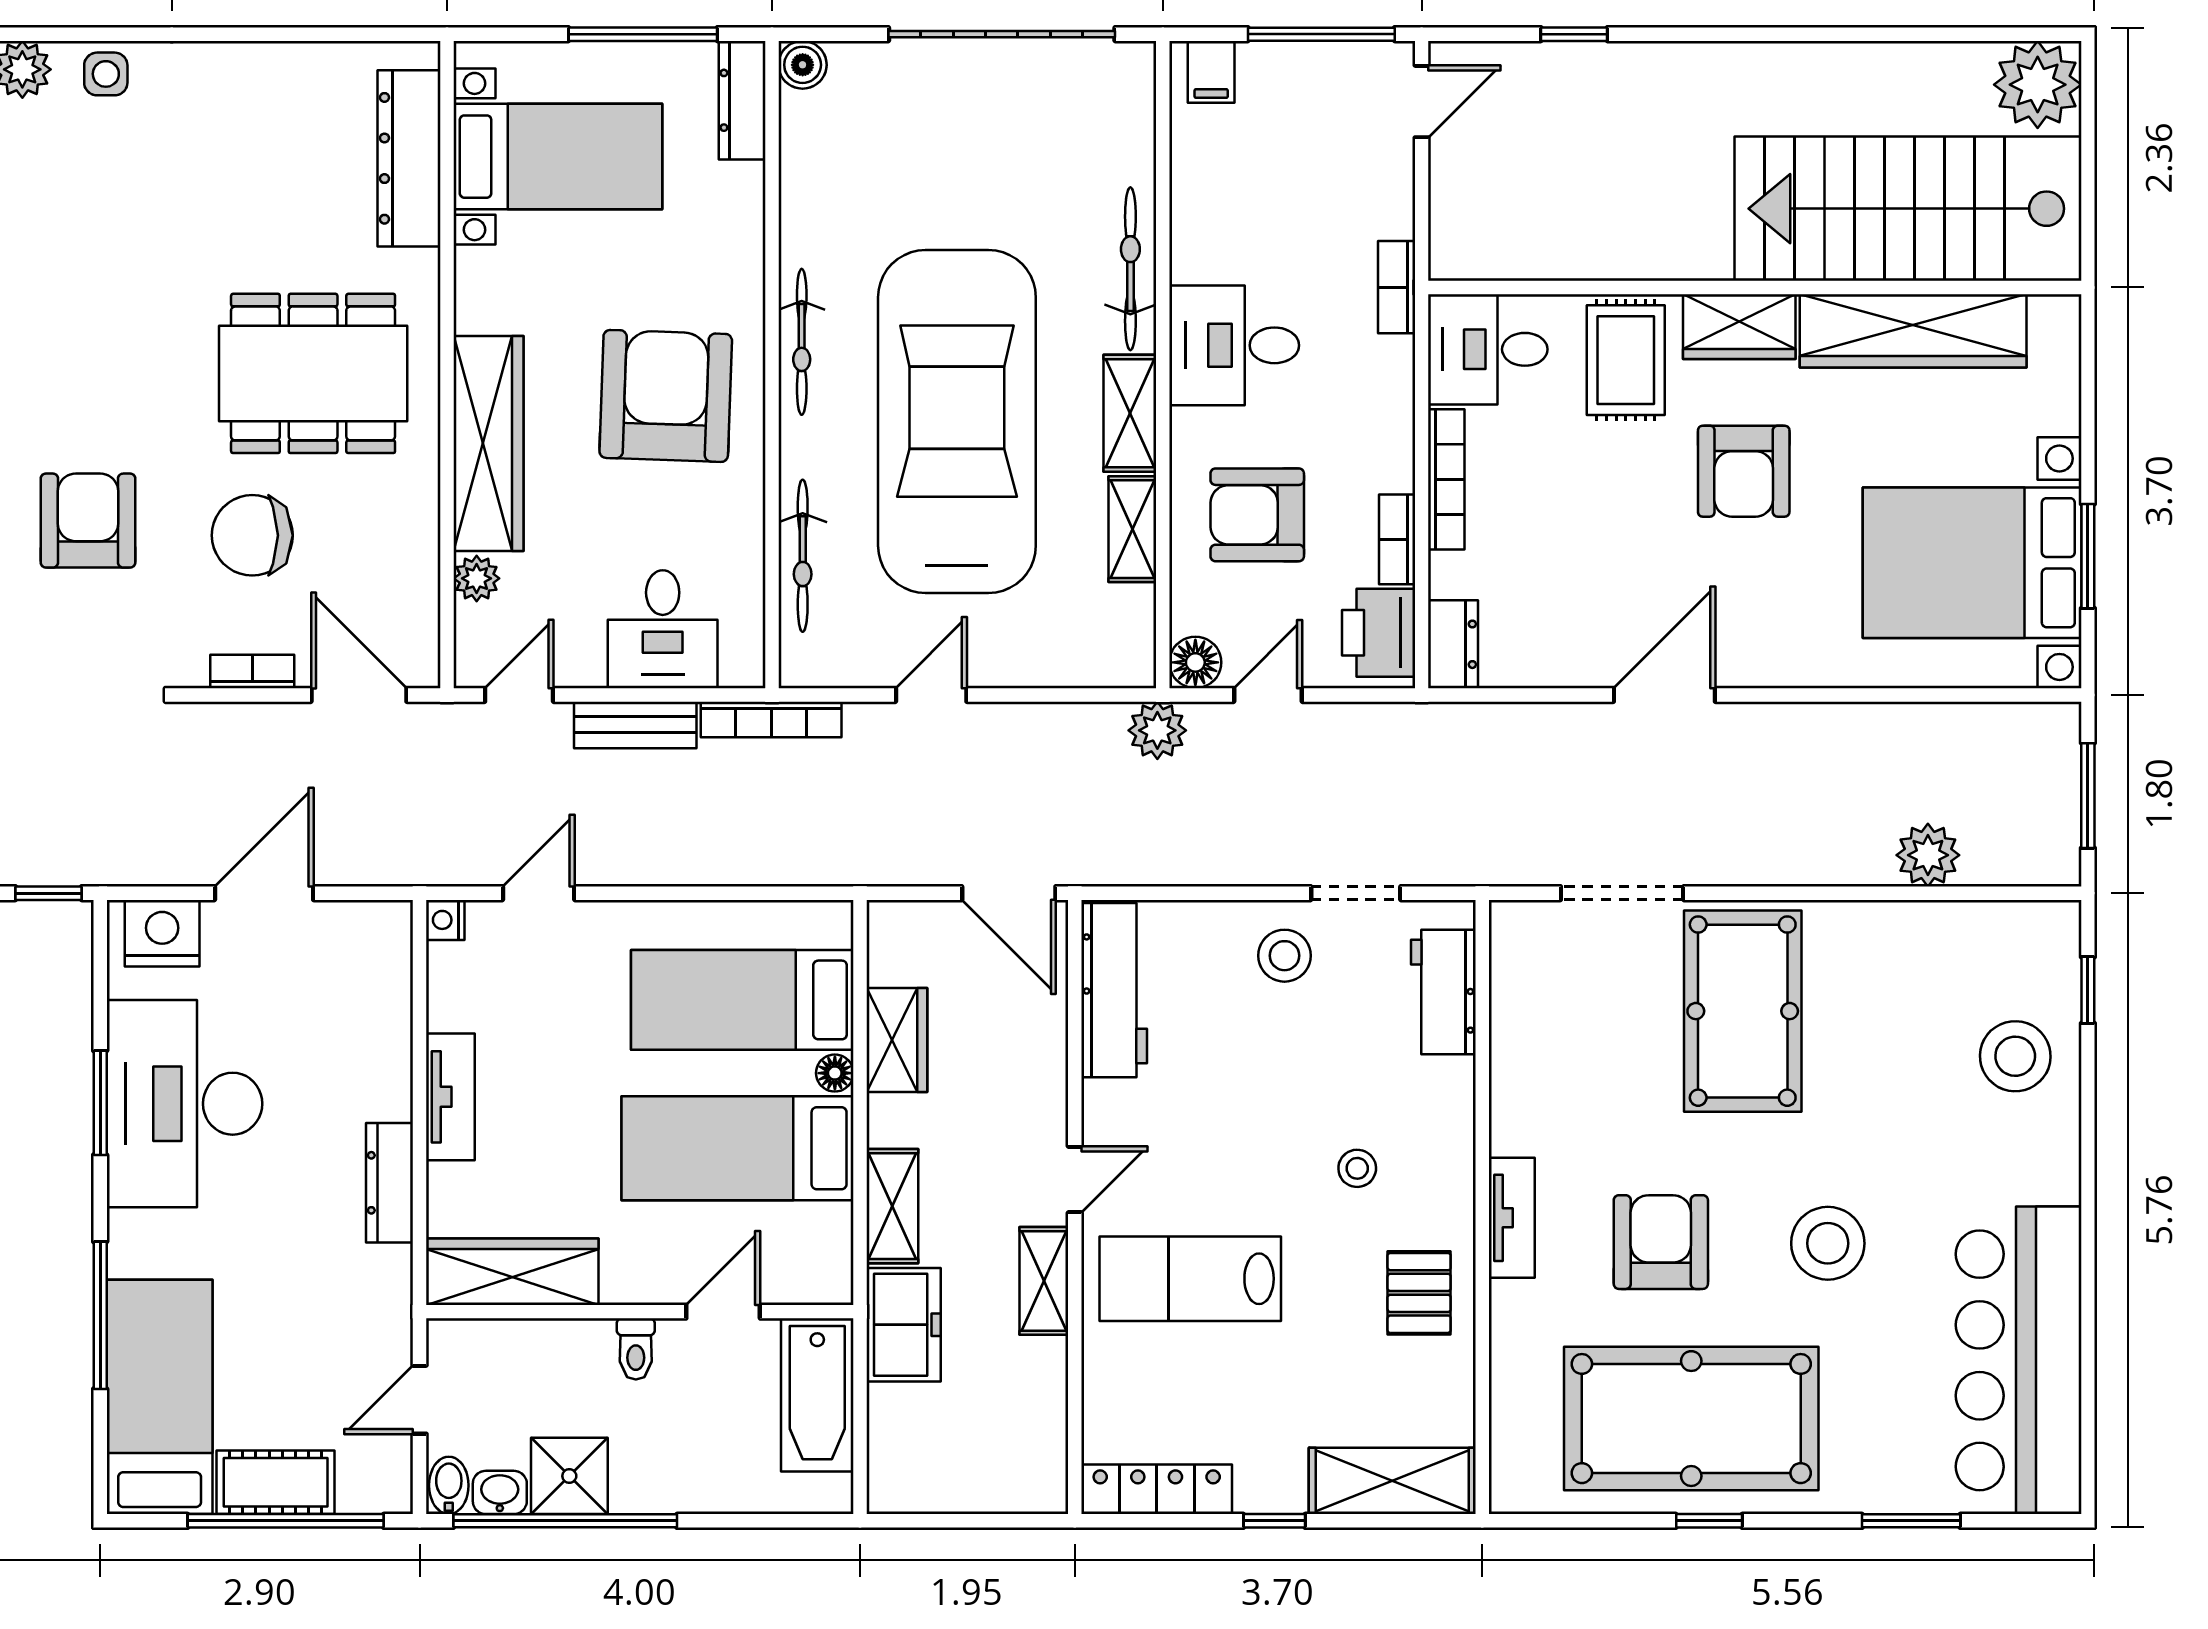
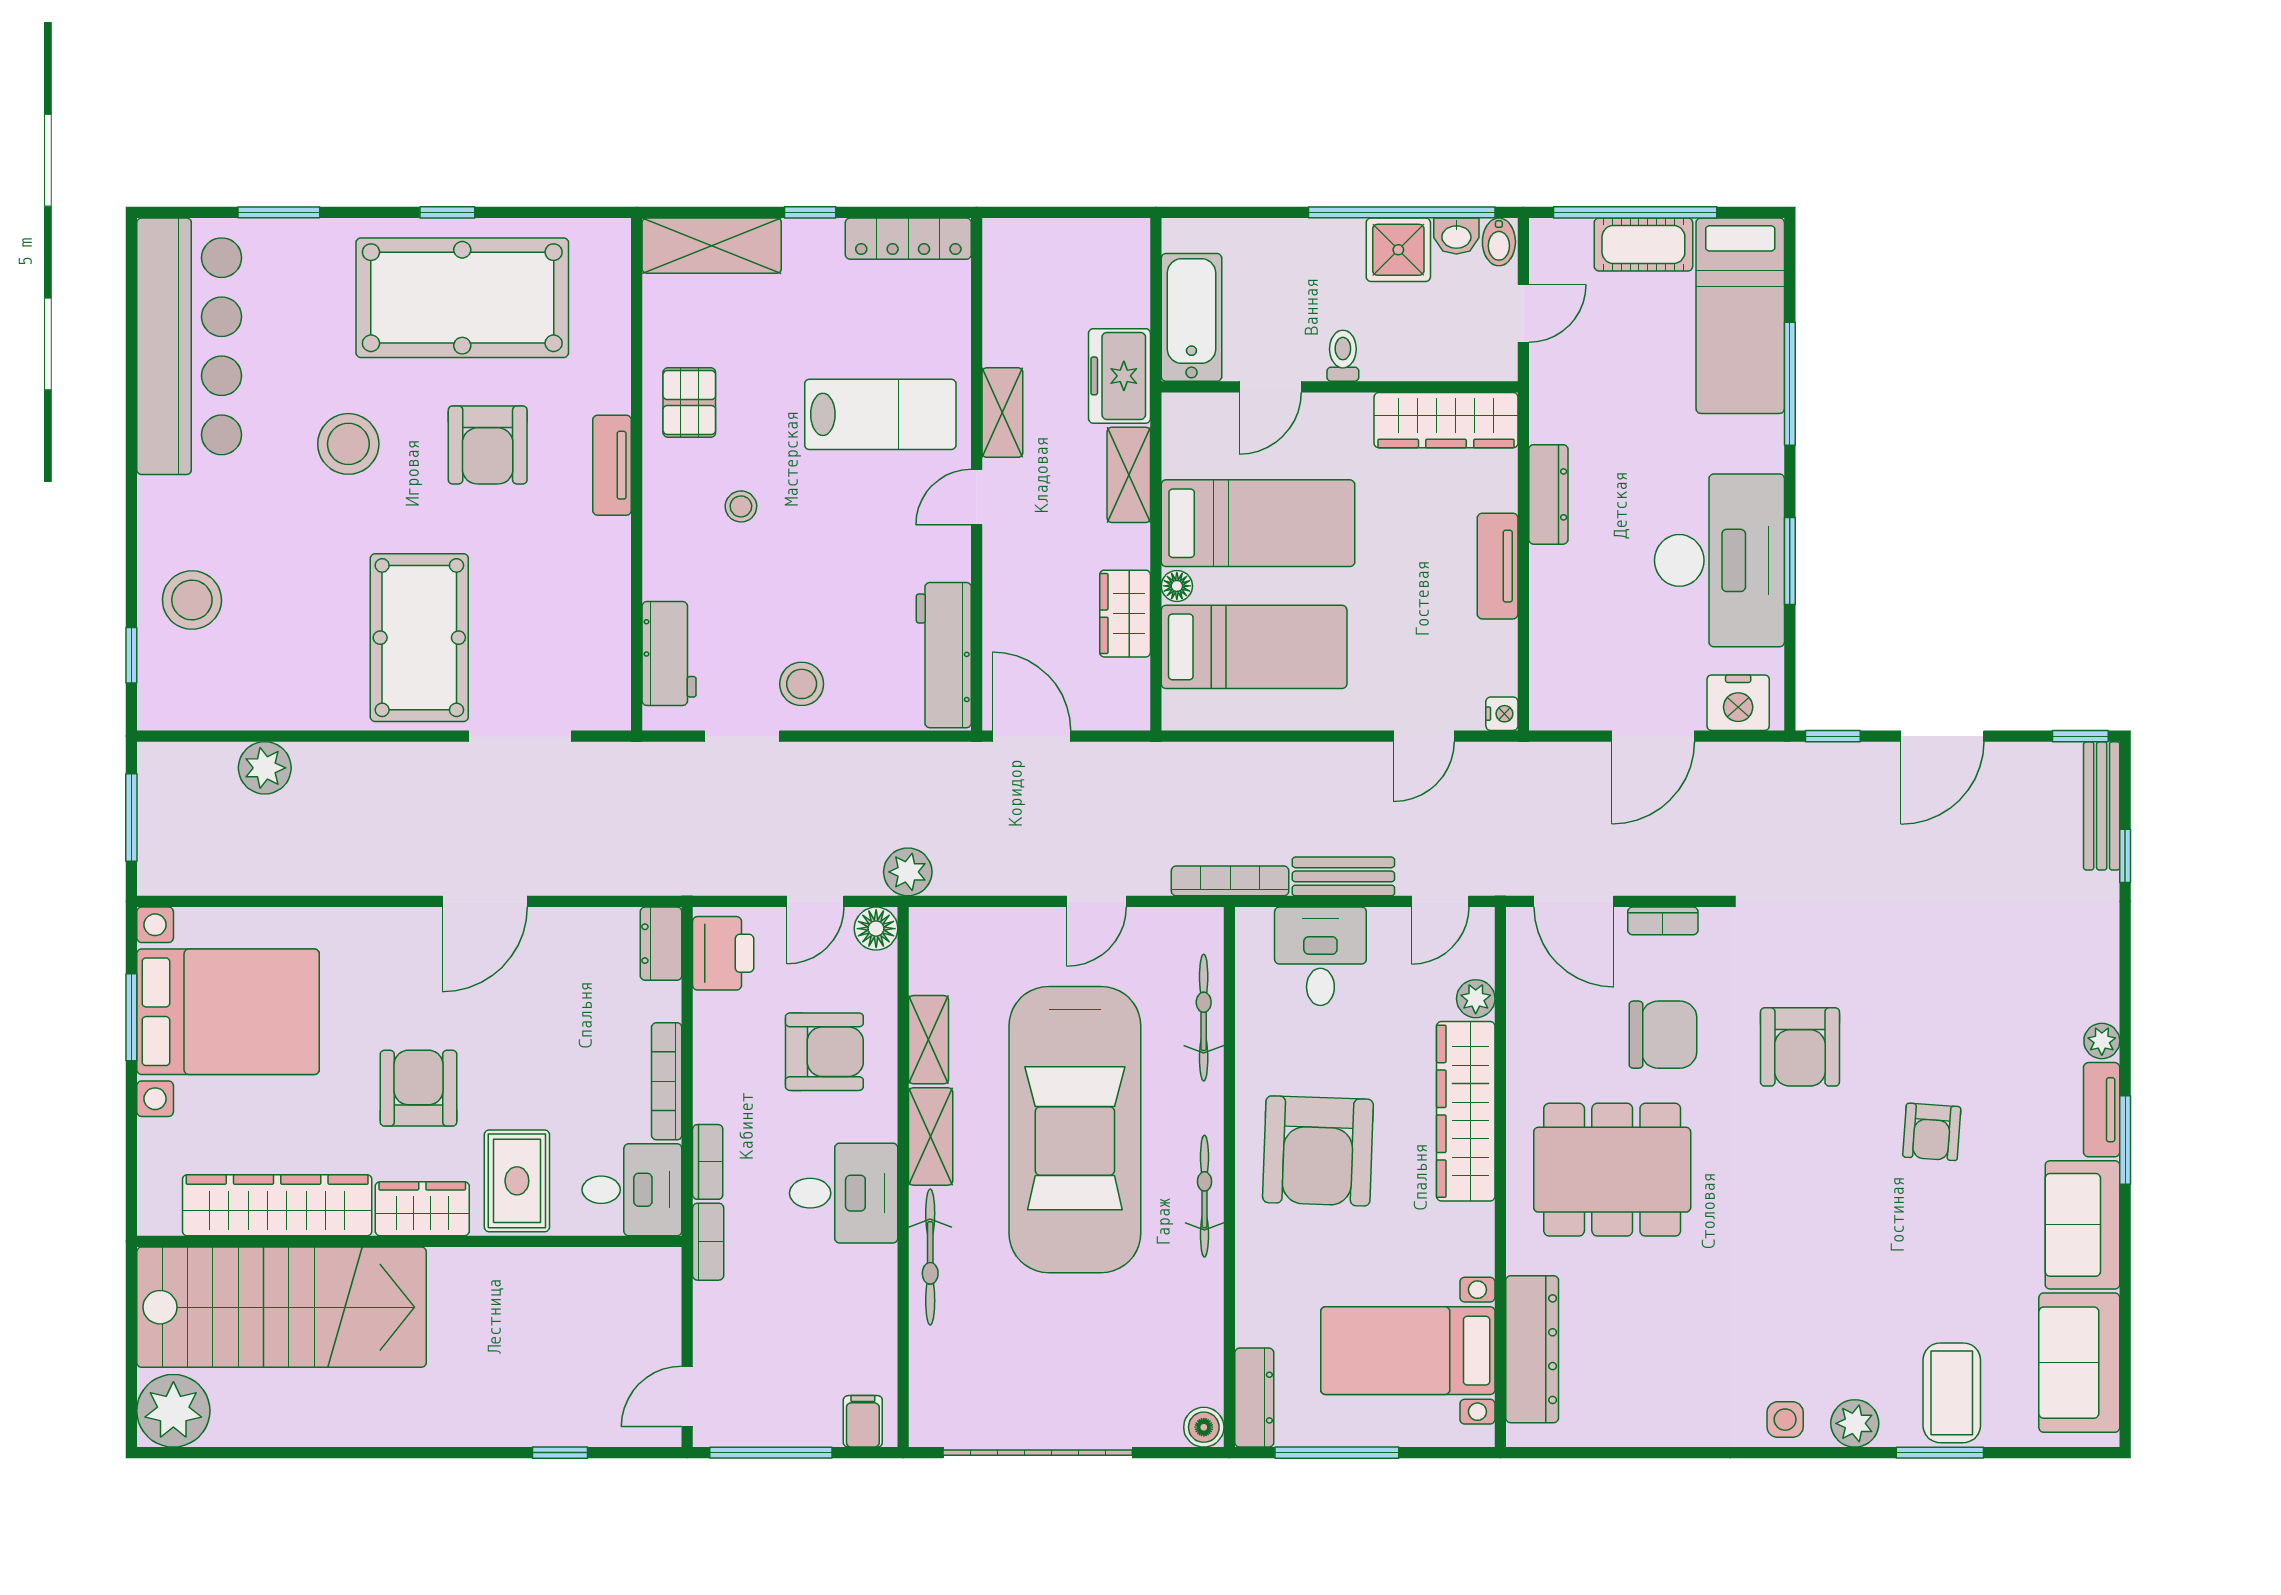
bookcase: (1397, 539) -> (708, 1162), moved

